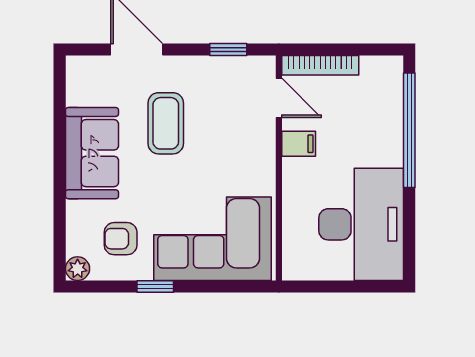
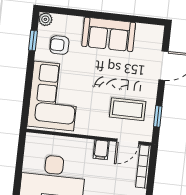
coffee table: (166, 123) -> (128, 109), moved
armchair: (121, 239) -> (59, 45), turned -90
window: (155, 287) -> (33, 41), moved

